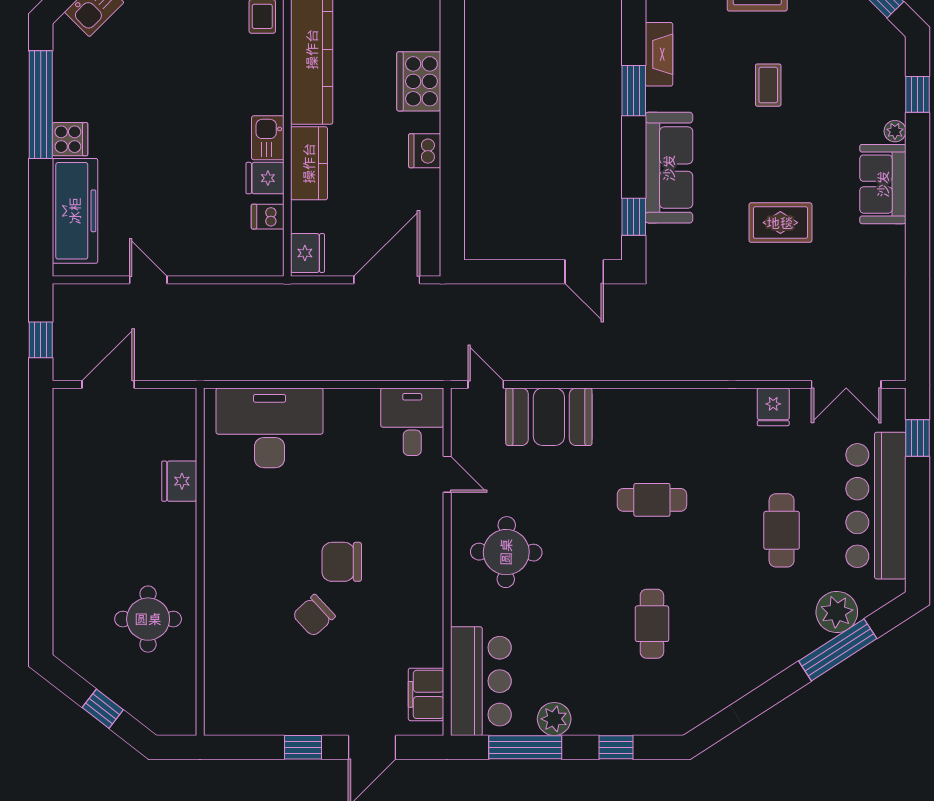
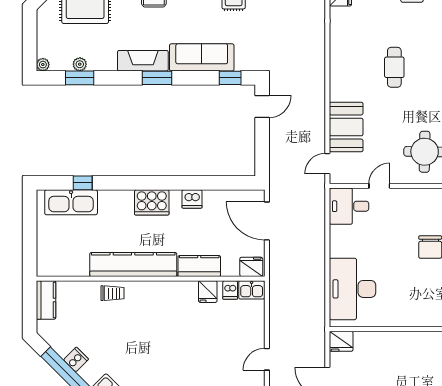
fireplace: (659, 54) -> (143, 61), width x1.37, depth x1.32
kitchen sink: (268, 138) -> (252, 290), moved
fridge: (179, 481) -> (341, 341), moved

